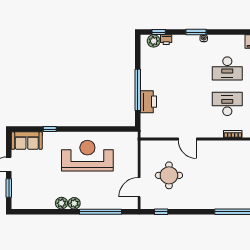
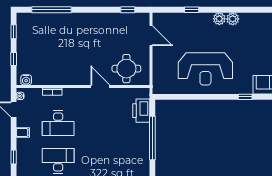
printer: (148, 102) -> (141, 111), moved
round table: (169, 175) -> (126, 69), moved
door: (139, 187) -> (151, 36), hinge flipped
window: (100, 212) -> (192, 10), width x0.32

